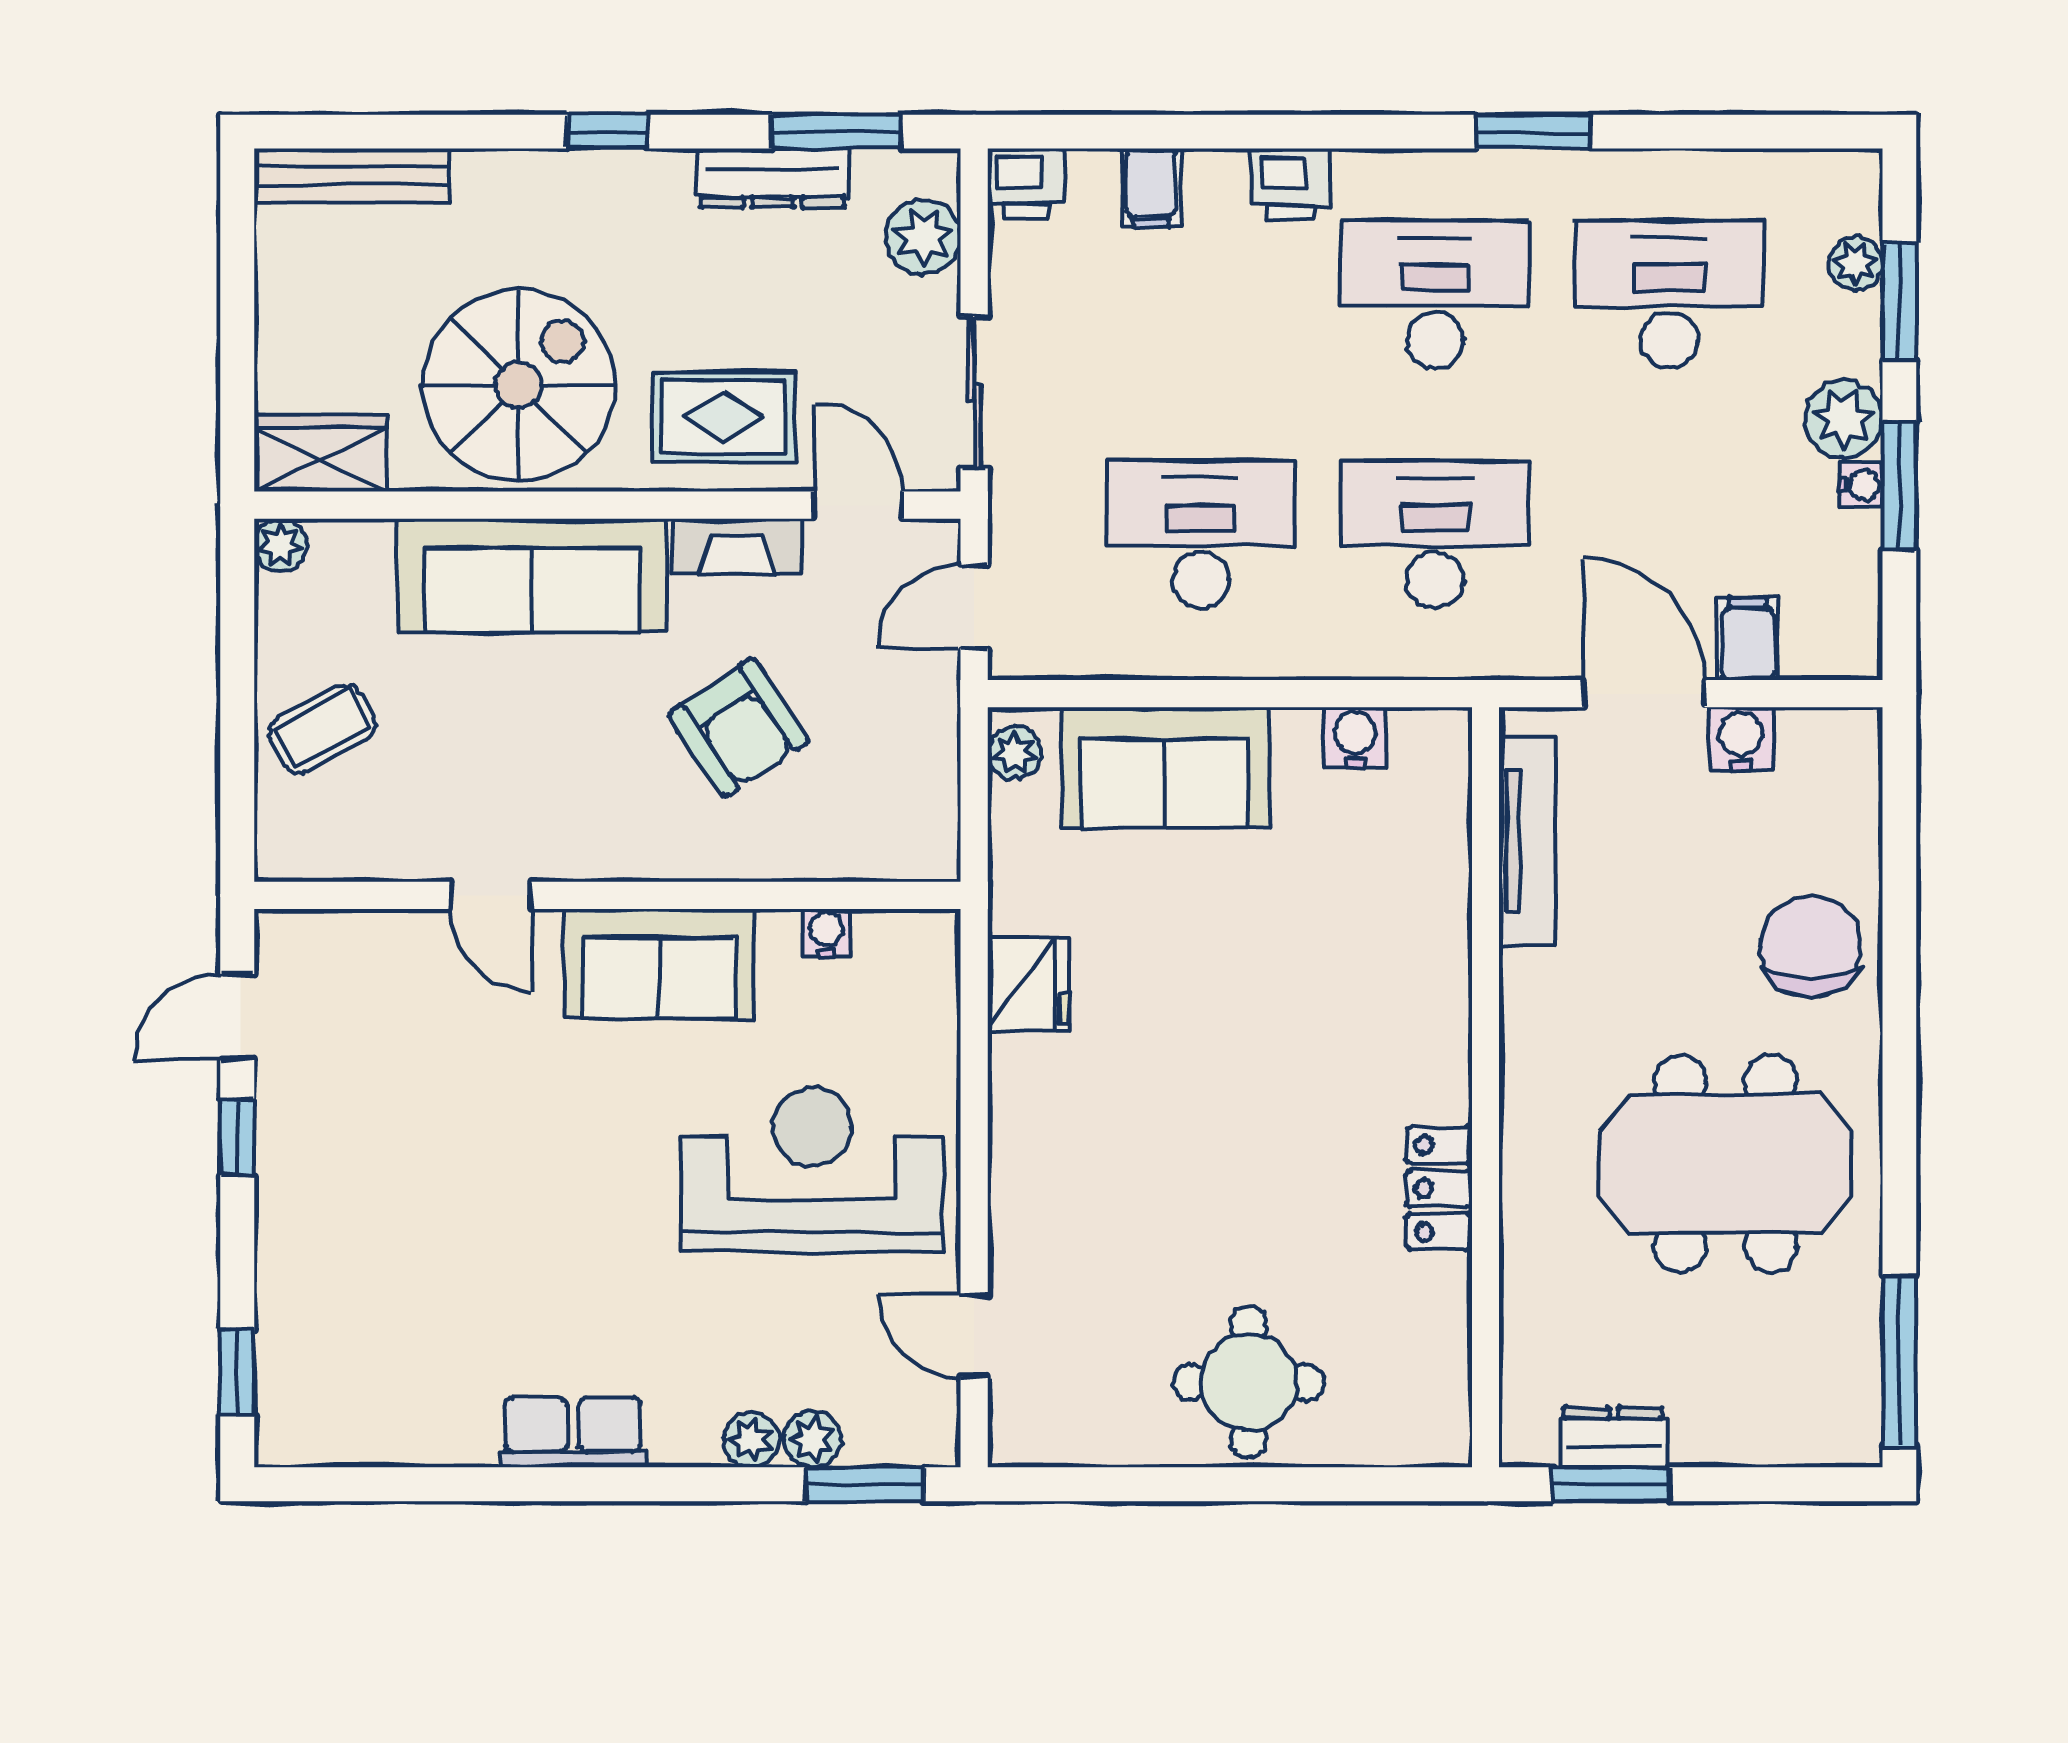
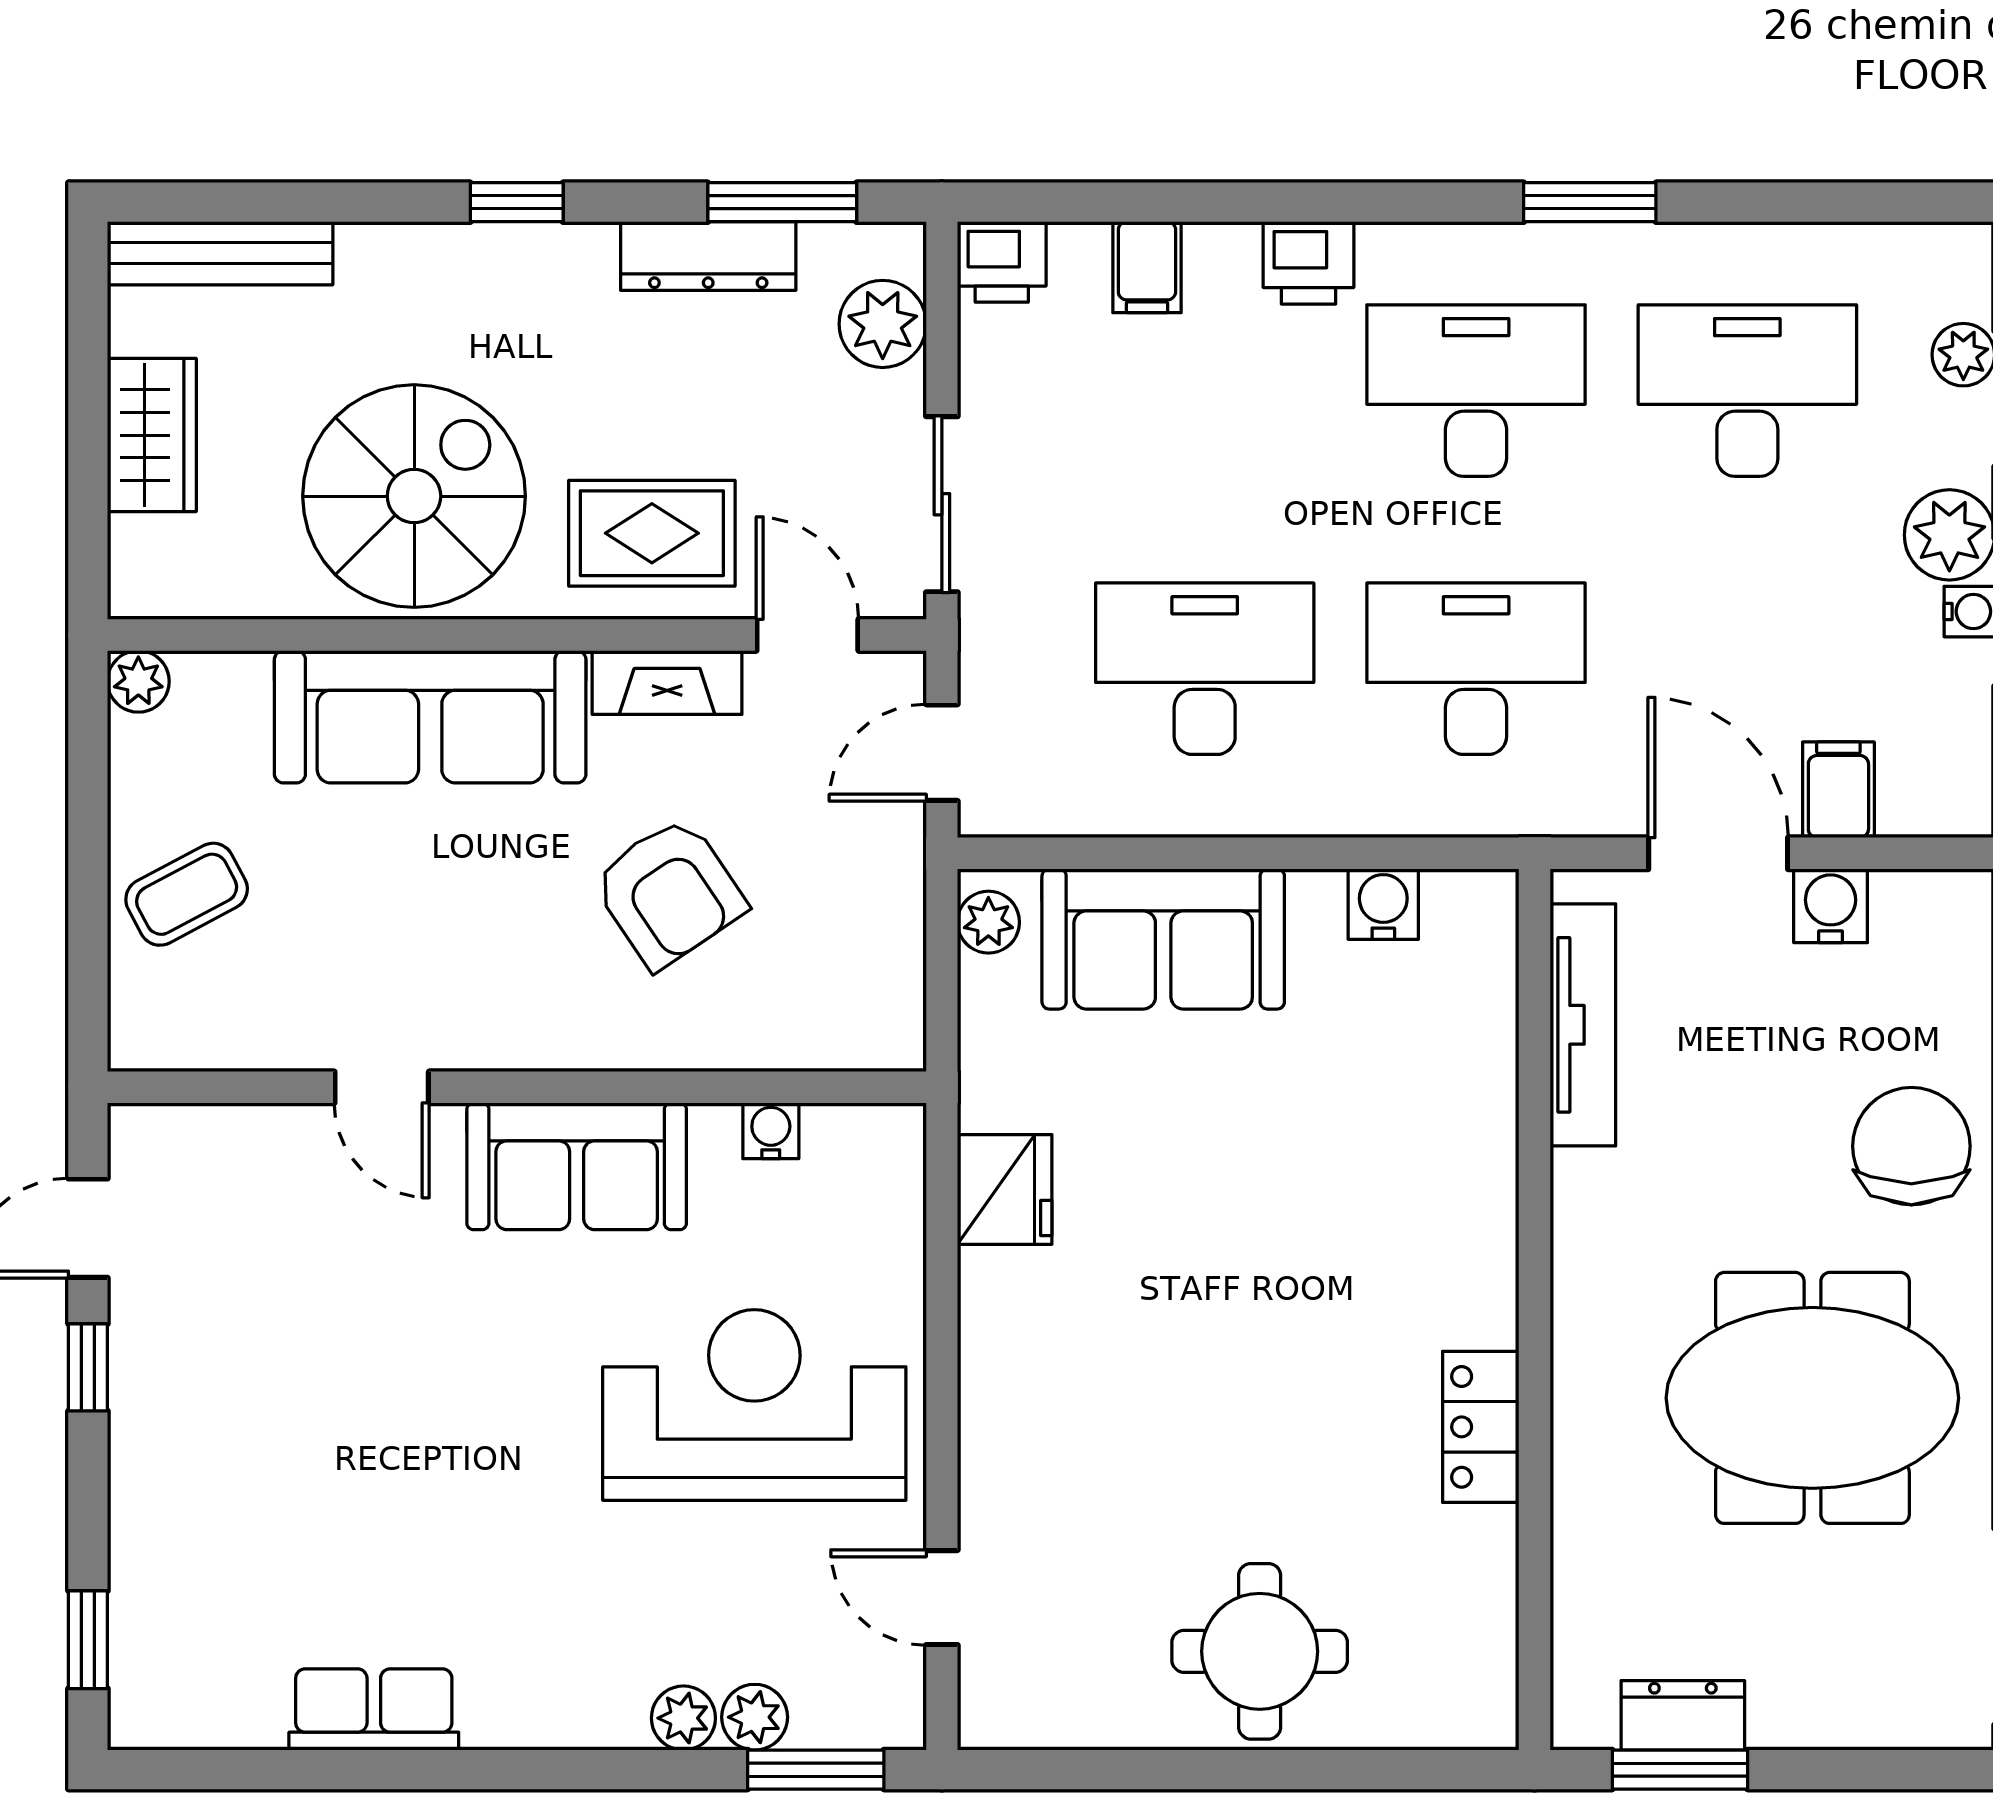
wardrobe: (320, 453) -> (152, 435), moved, turned 90
row of seats: (573, 1432) -> (374, 1709), moved

